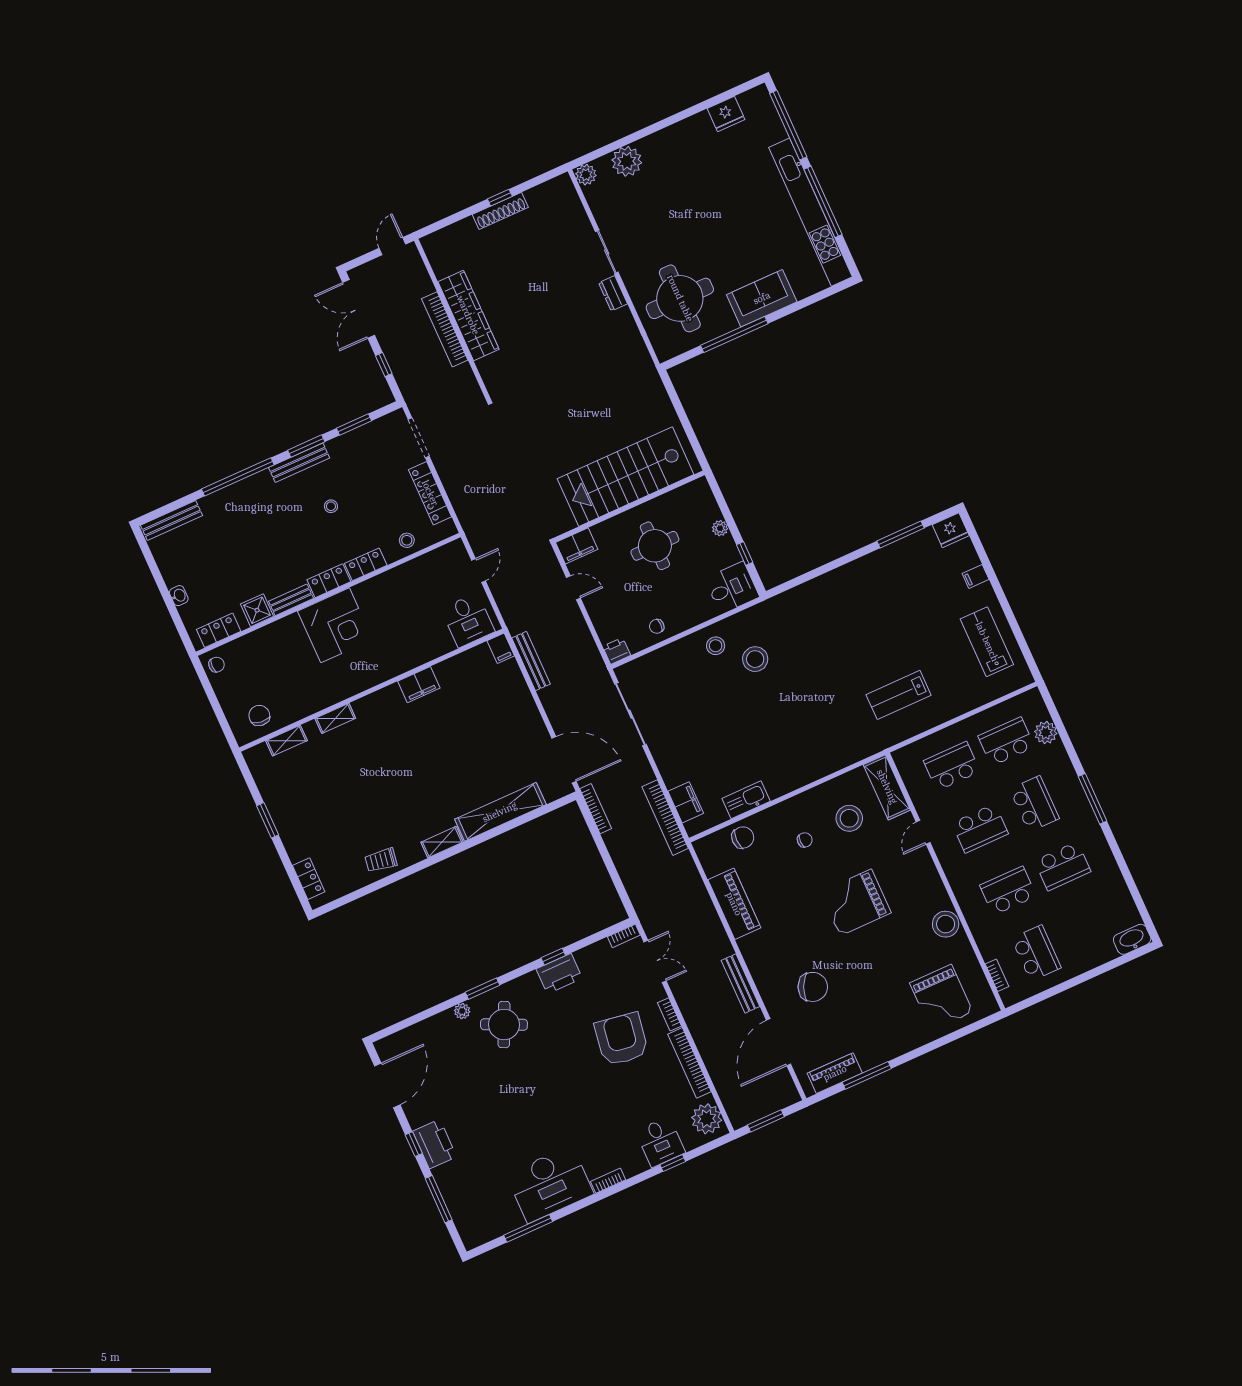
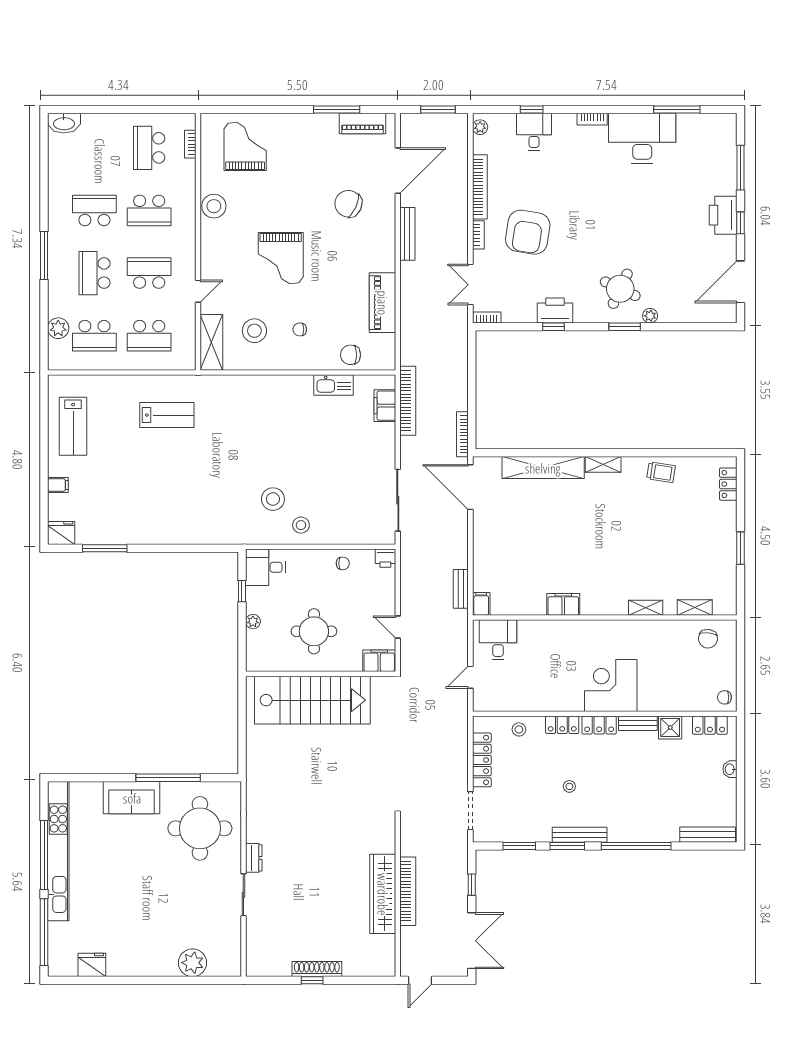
plant: (586, 175) -> (232, 967), removed
bench: (531, 661) -> (461, 589), width x0.73
grand piano: (856, 902) -> (281, 258), turned 90
plant: (707, 1119) -> (480, 127), width x0.53, depth x0.53

